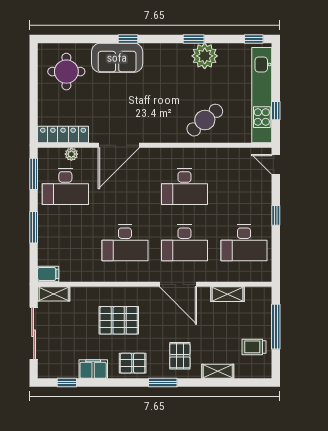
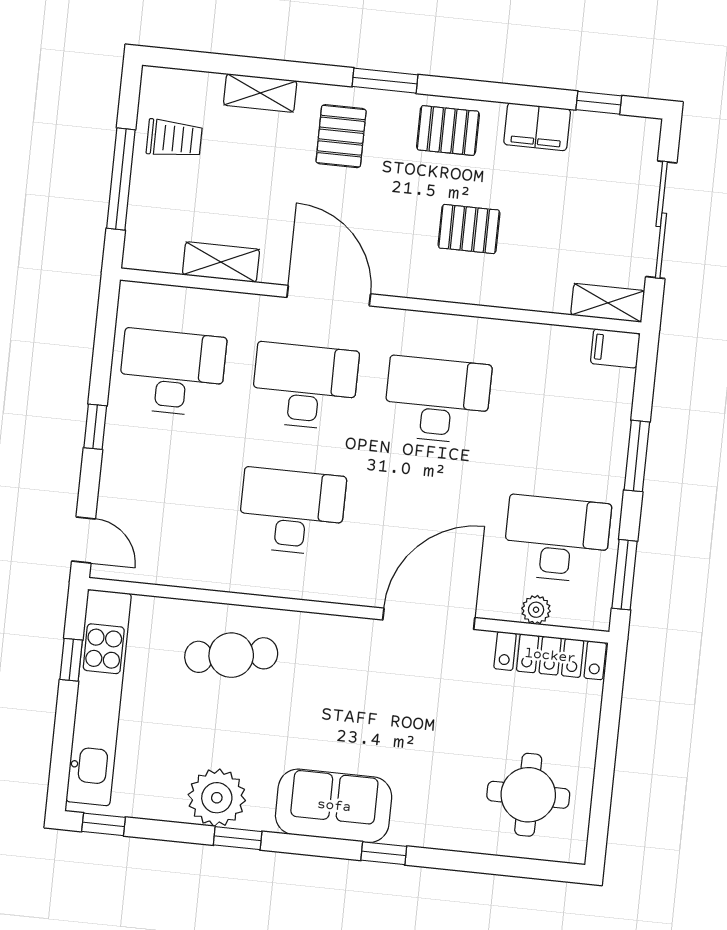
sofa: (117, 58) -> (334, 806), moved
cafe table: (205, 120) -> (231, 655), turned 31
pallet: (119, 320) -> (469, 229), width x0.67, depth x0.71

